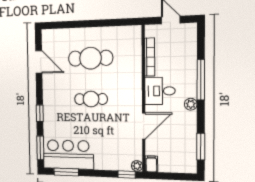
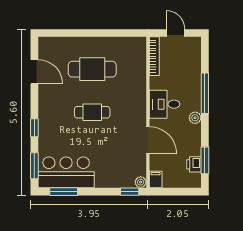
bookcase: (150, 57) -> (154, 56), moved
door: (144, 126) -> (148, 140), hinge flipped
printer: (190, 150) -> (194, 164), added

